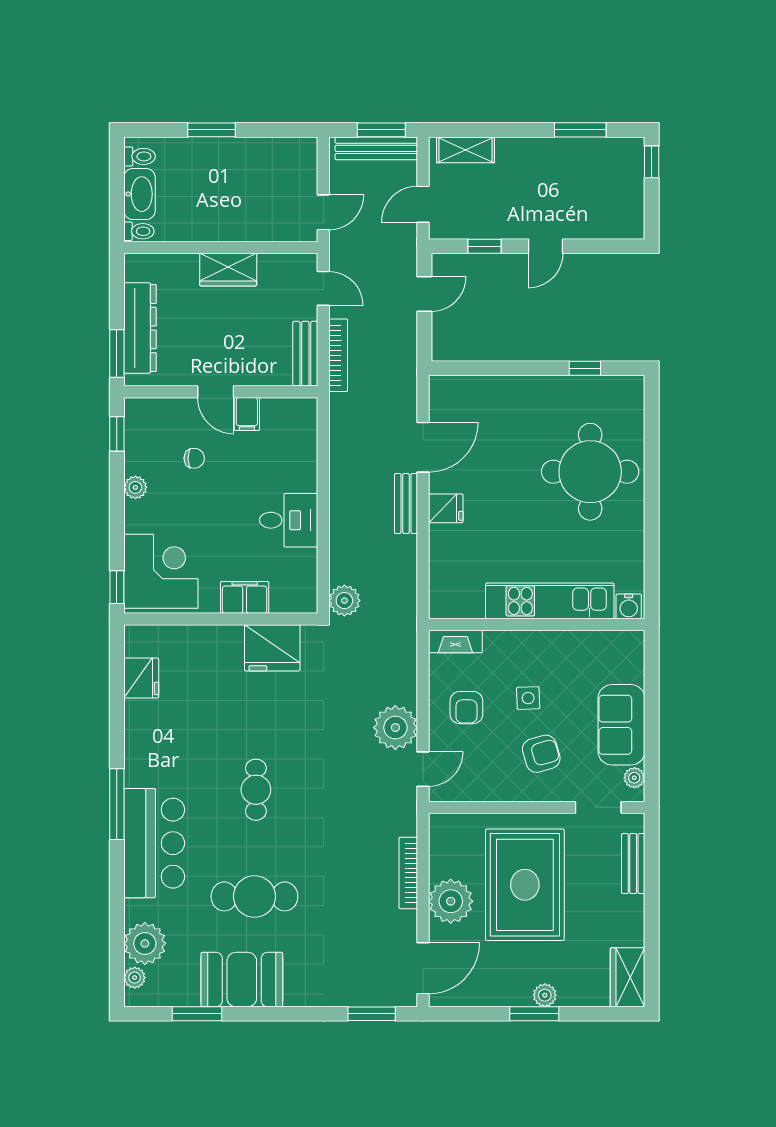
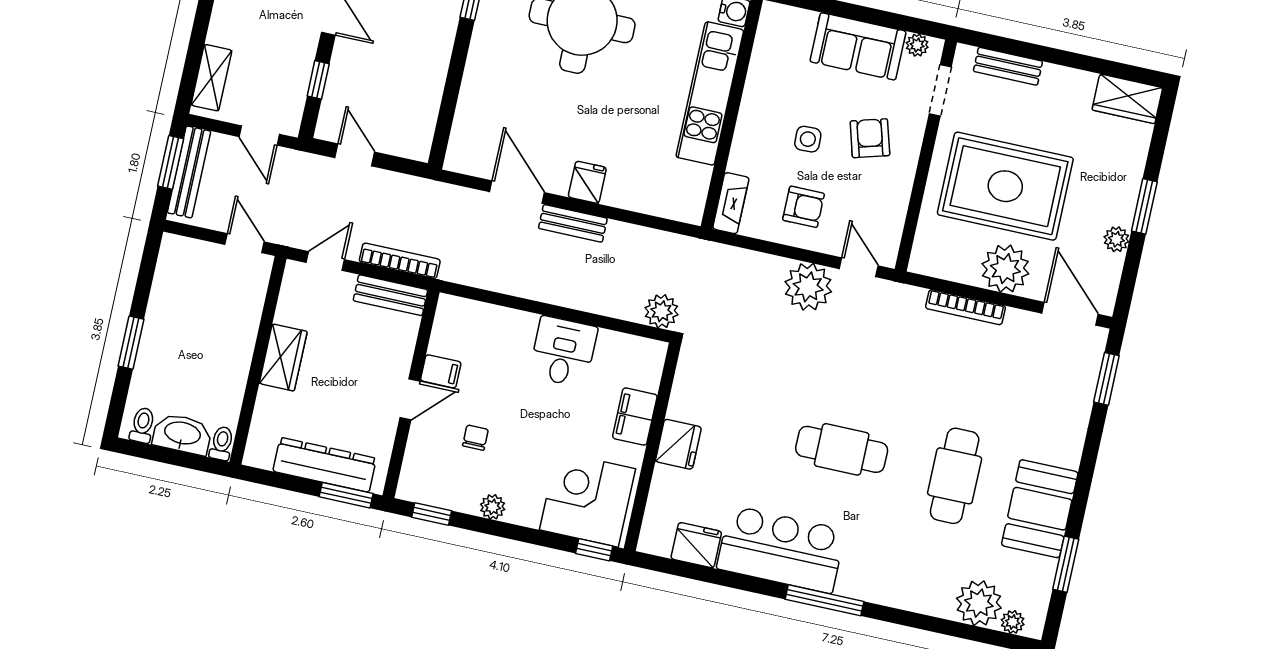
fridge: (272, 648) -> (678, 444), moved, width x0.73, depth x0.75
cafe table: (256, 790) -> (842, 449), width x1.37, depth x1.35
bar counter: (154, 843) -> (781, 549), moved
plant: (545, 995) -> (1116, 239), moved

